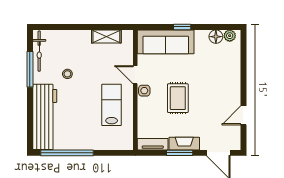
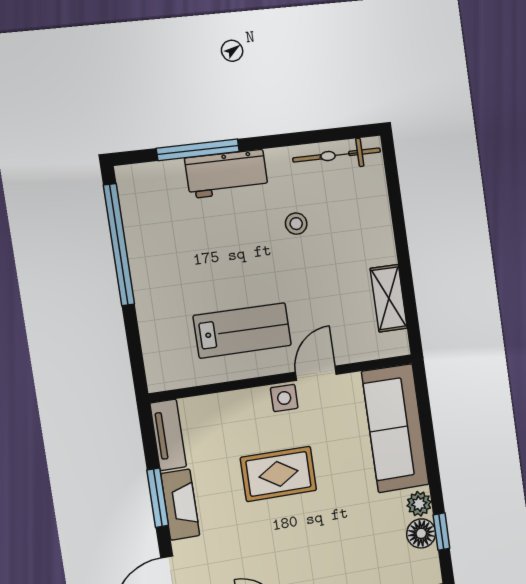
window: (182, 27) -> (441, 532), moved
plant: (230, 36) -> (419, 504), moved
window: (30, 69) -> (198, 150), moved
workbench: (45, 117) -> (227, 174), width x0.53, depth x0.76

